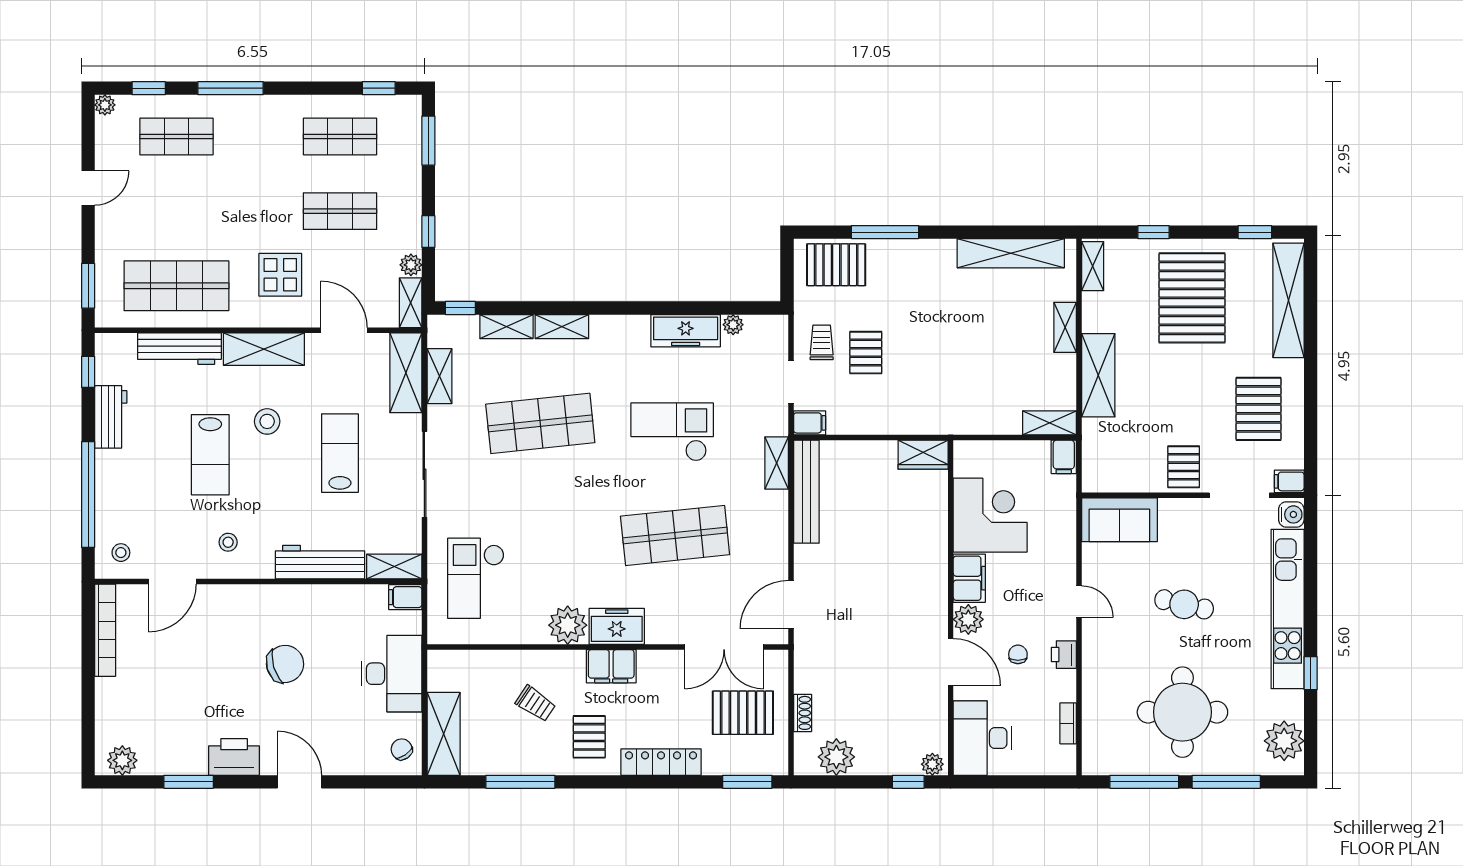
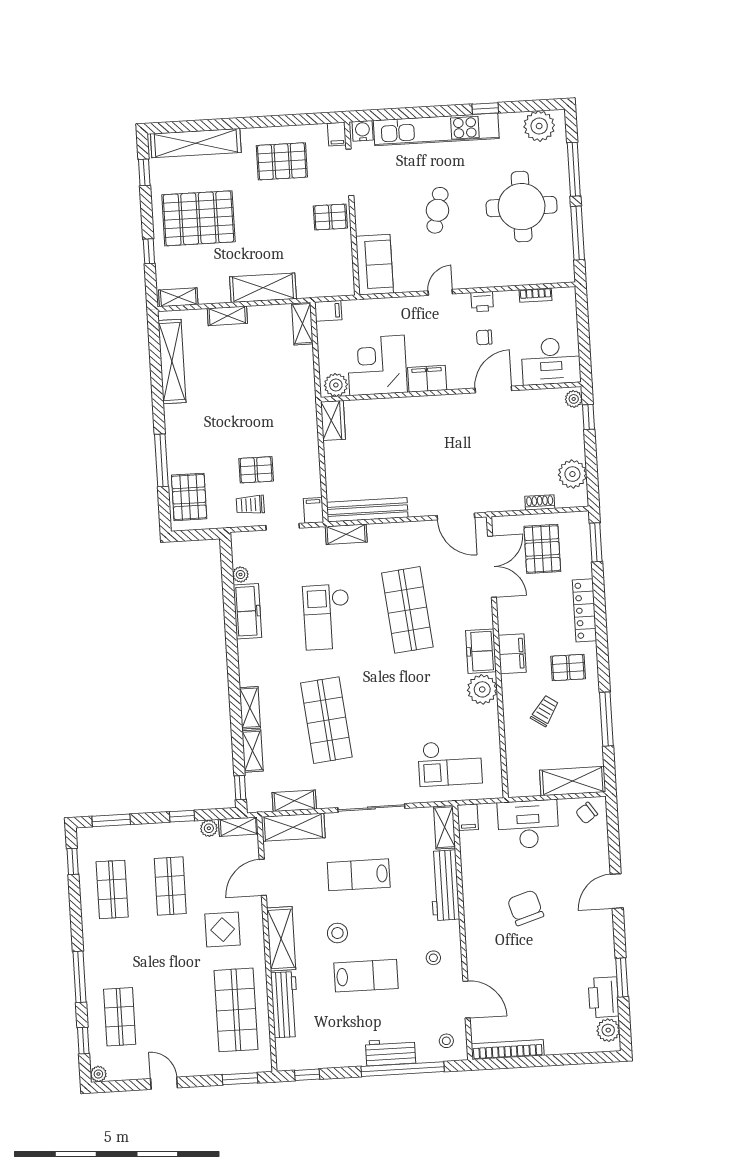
workbench: (111, 417) -> (391, 1052), moved
plant: (968, 619) -> (336, 385), moved
printer: (234, 757) -> (604, 997), moved

